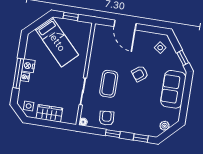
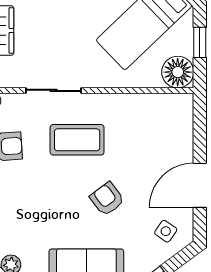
door: (125, 25) -> (200, 185), moved
floor lamp: (83, 29) -> (178, 72), added

